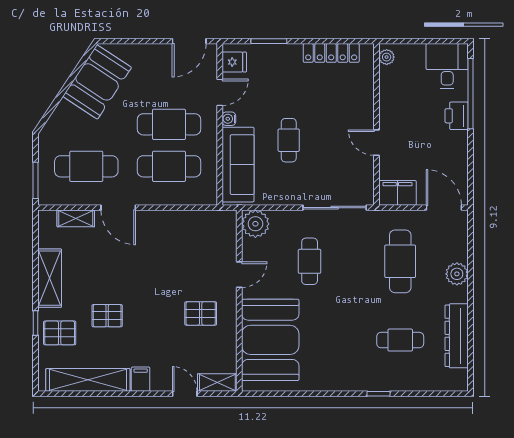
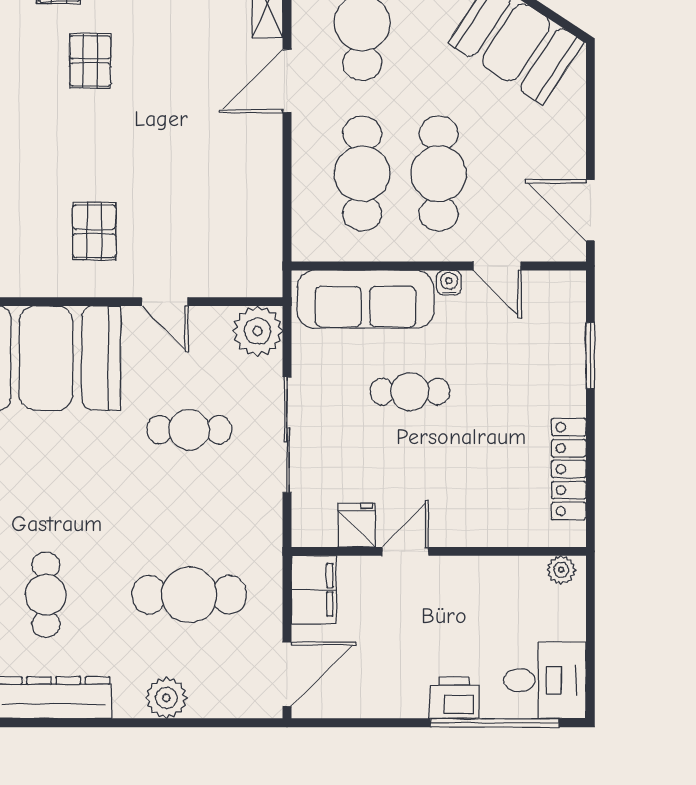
fridge: (234, 62) -> (357, 525), moved, turned 180
sliding door: (335, 208) -> (287, 435), moved

